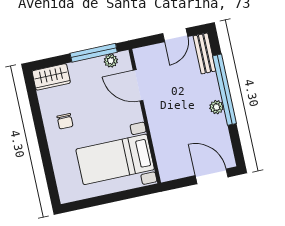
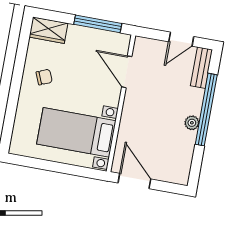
plant: (111, 61) -> (111, 38), removed
chair: (65, 121) -> (44, 77), turned -113
door: (212, 176) -> (134, 181), moved

